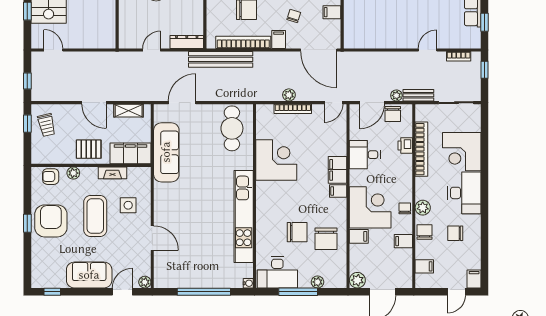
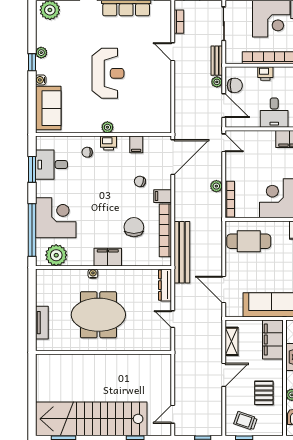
bookcase: (293, 109) -> (230, 199), moved
trolley: (46, 125) -> (246, 421), turned -148
pallet: (89, 149) -> (264, 393), moved

